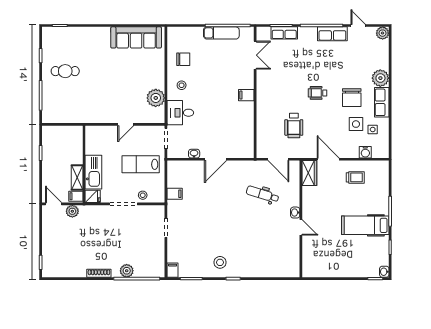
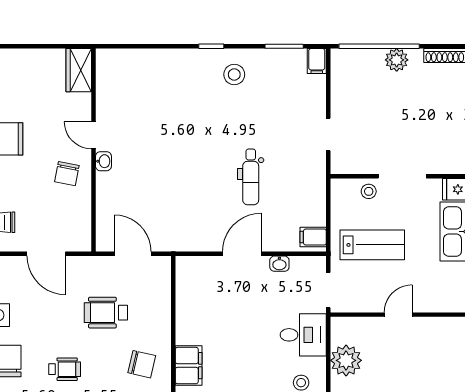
filing cabinet: (246, 95) -> (189, 366), width x2.00
chair: (273, 96) -> (142, 364), added
wheelchair: (294, 125) -> (106, 313), turned -90
wardrobe: (309, 173) -> (79, 70), moved
filing cabinet: (175, 194) -> (313, 237), moved
dental chair: (263, 194) -> (251, 177), moved, turned 73
chair: (316, 205) -> (67, 174), added

